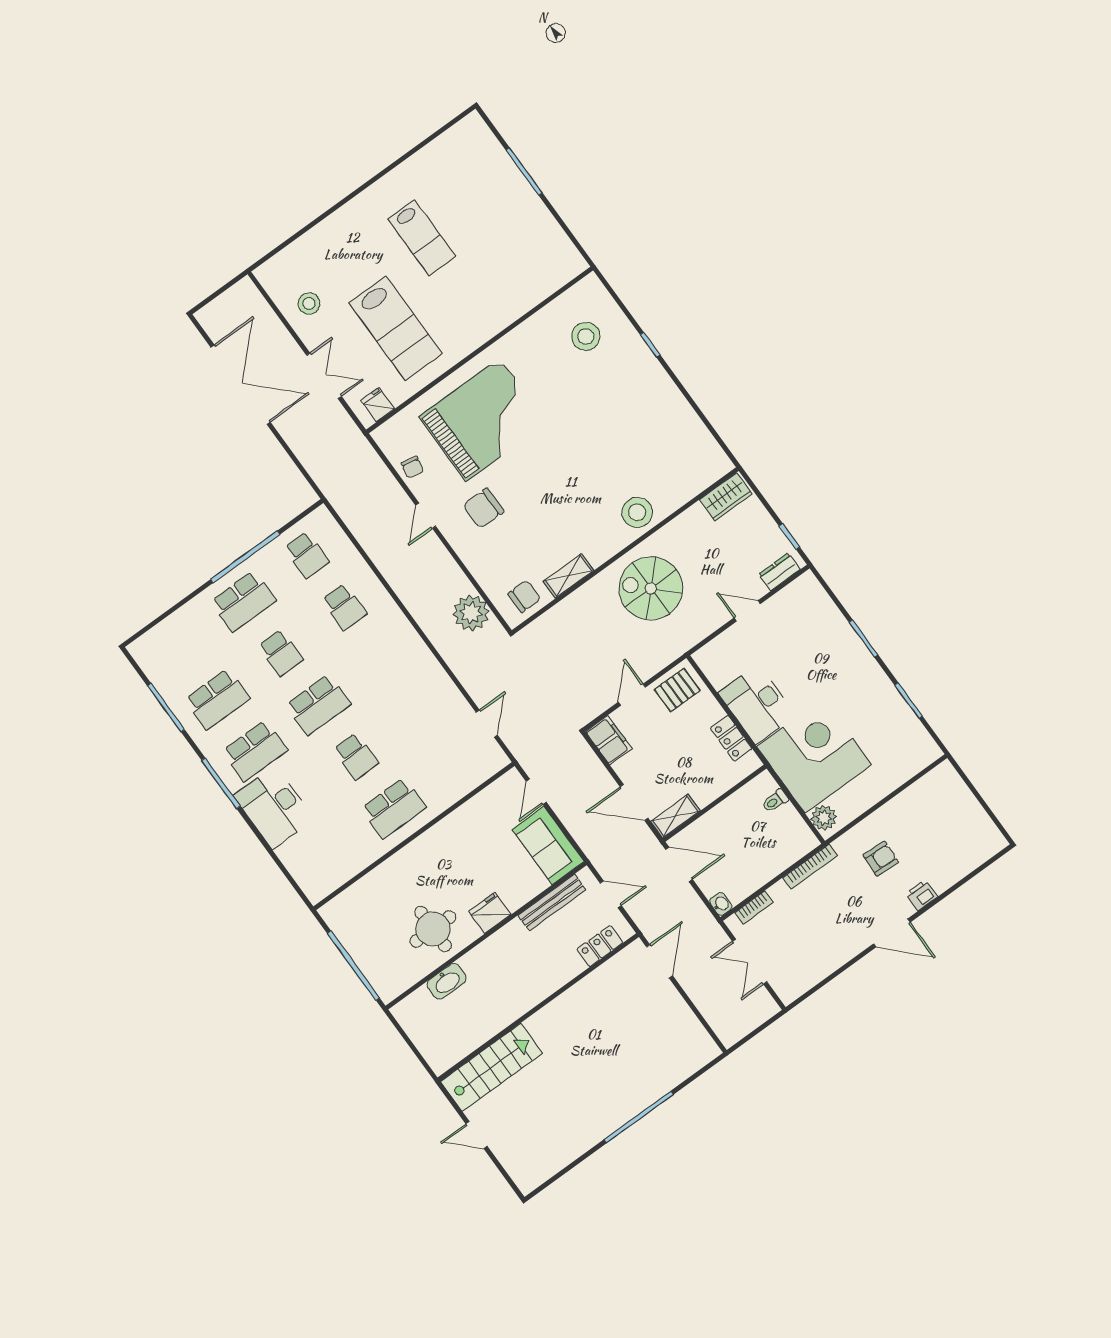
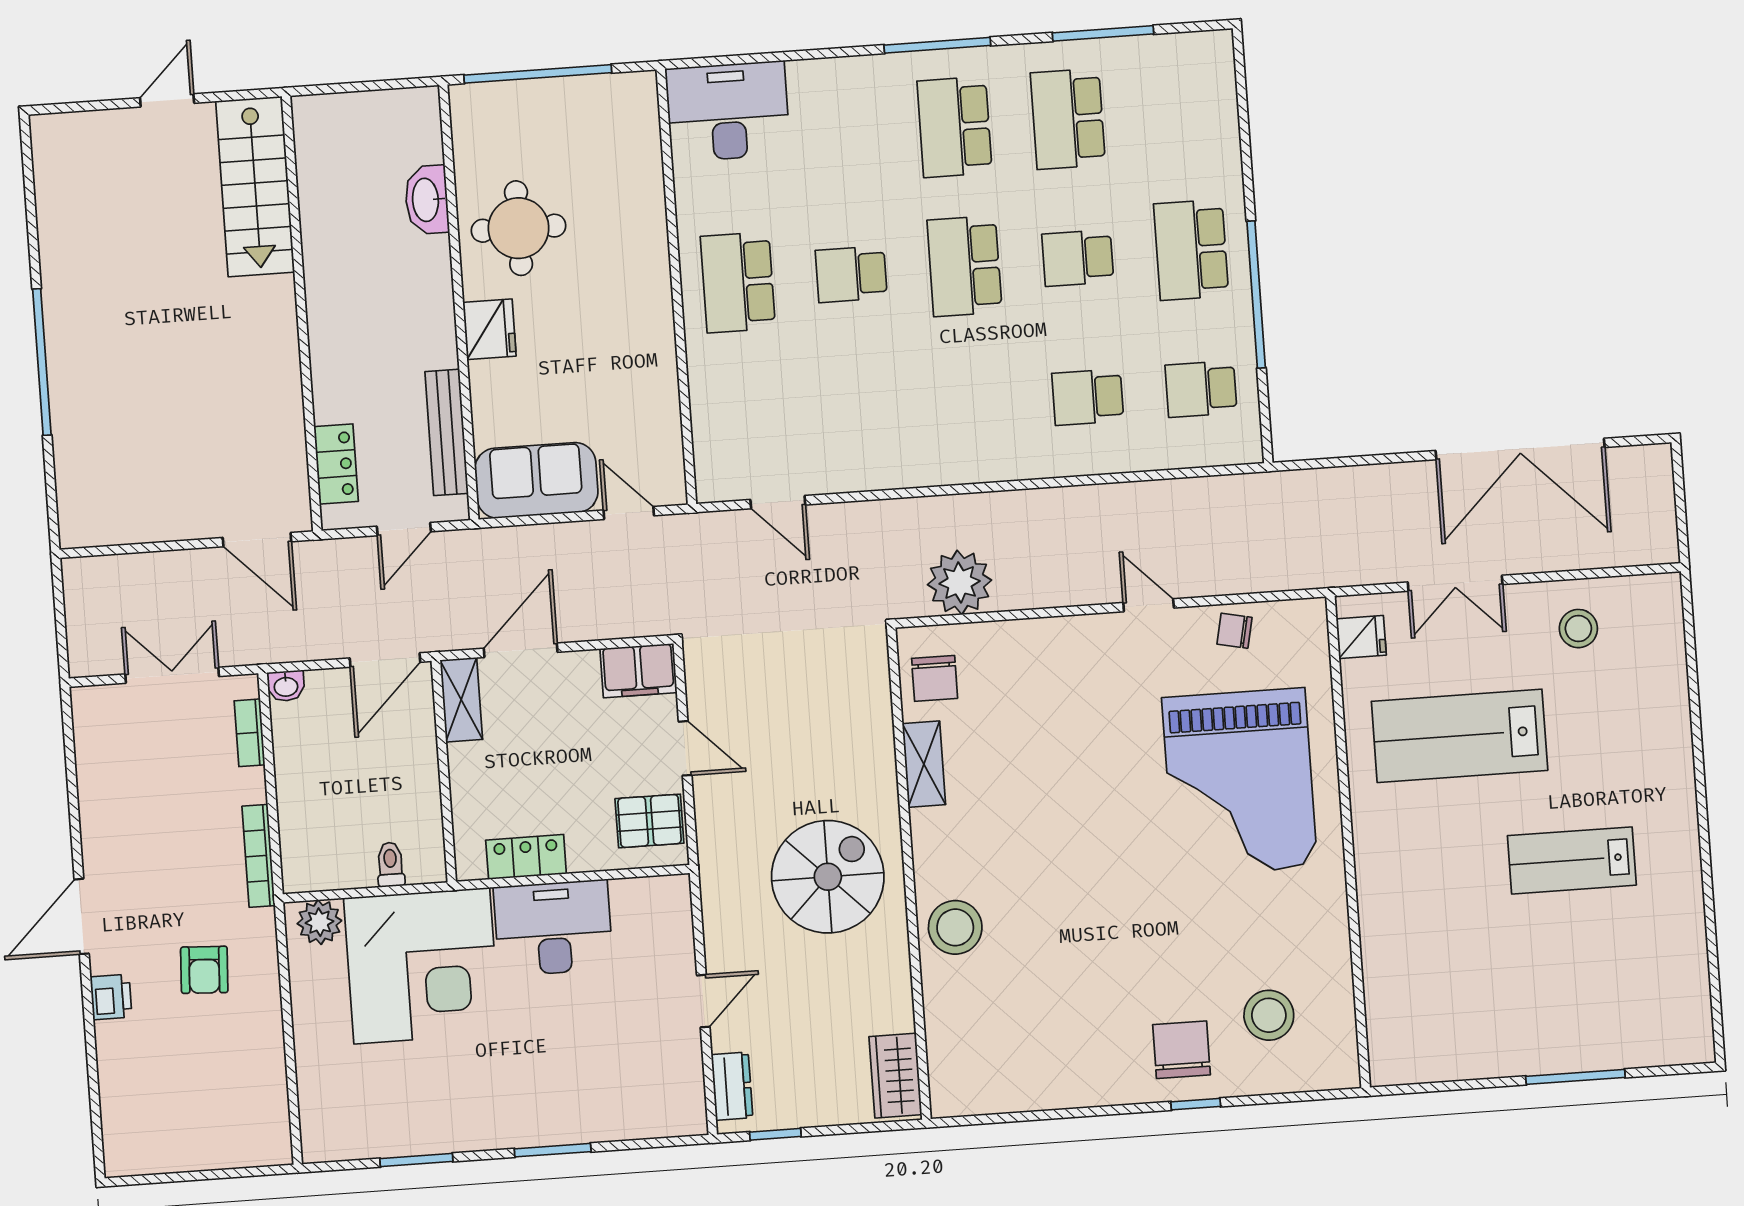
chair: (484, 508) -> (1182, 1050), moved
pallet: (677, 690) -> (649, 821), turned 90
desk: (274, 807) -> (728, 111), moved

